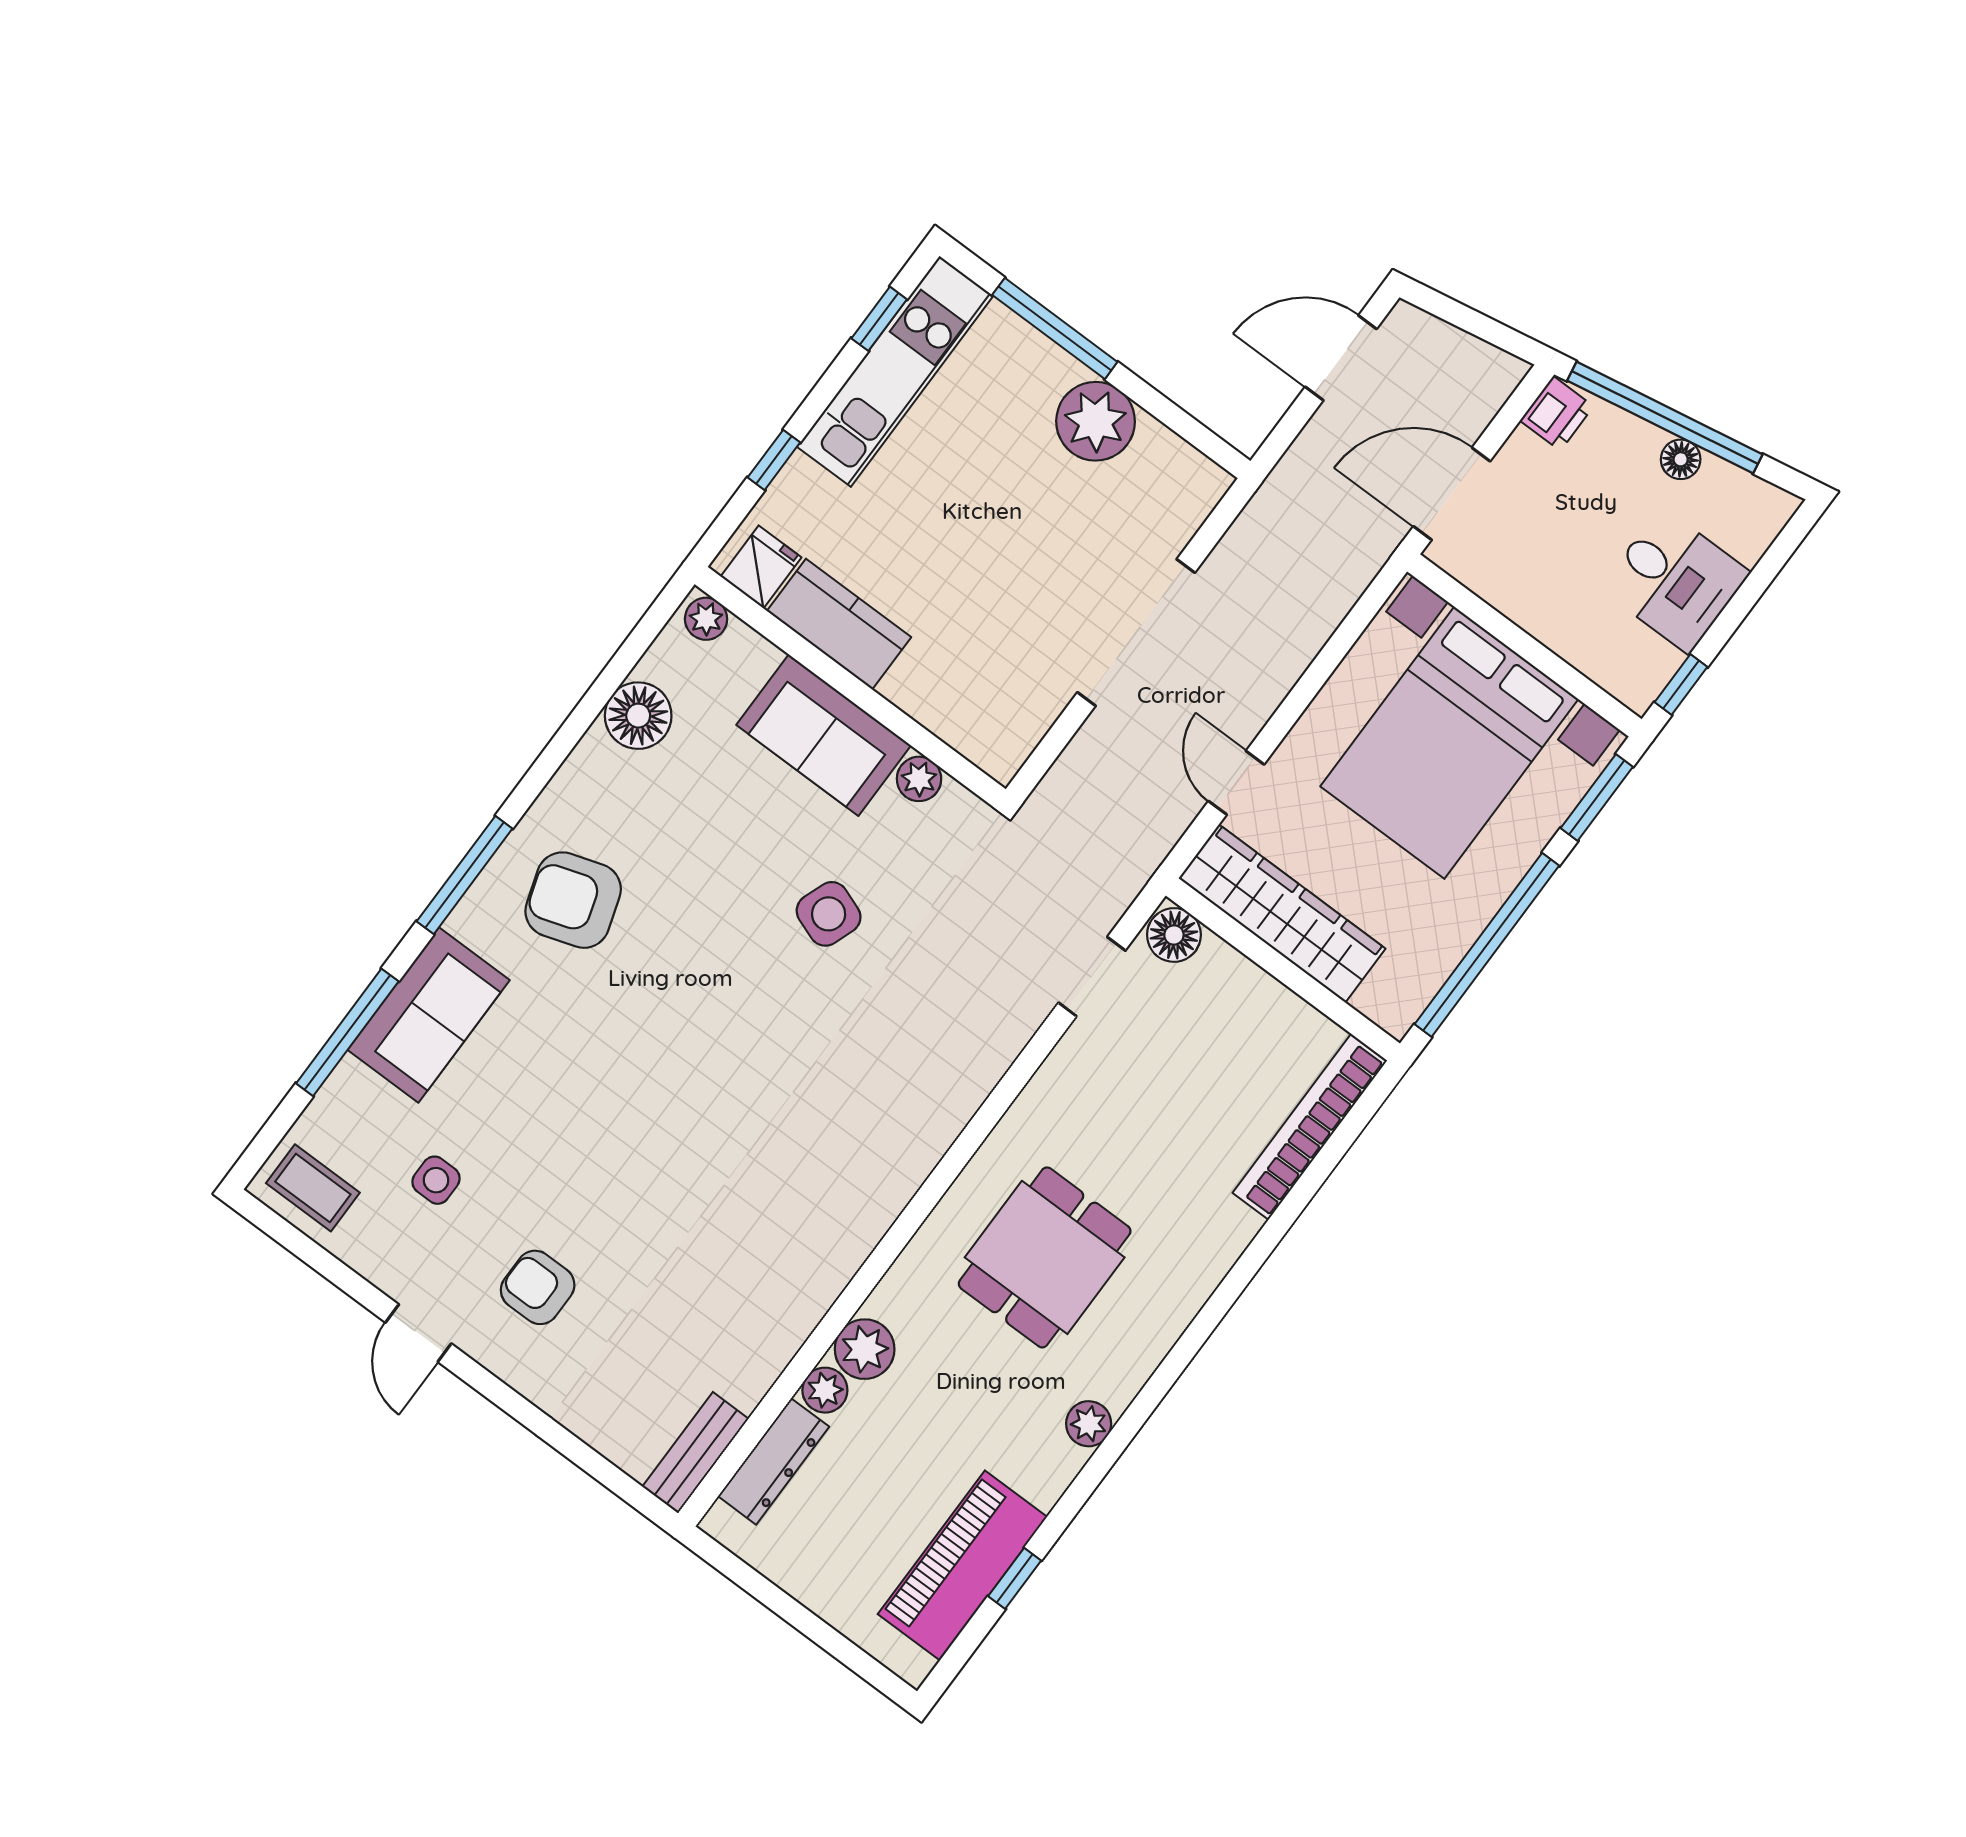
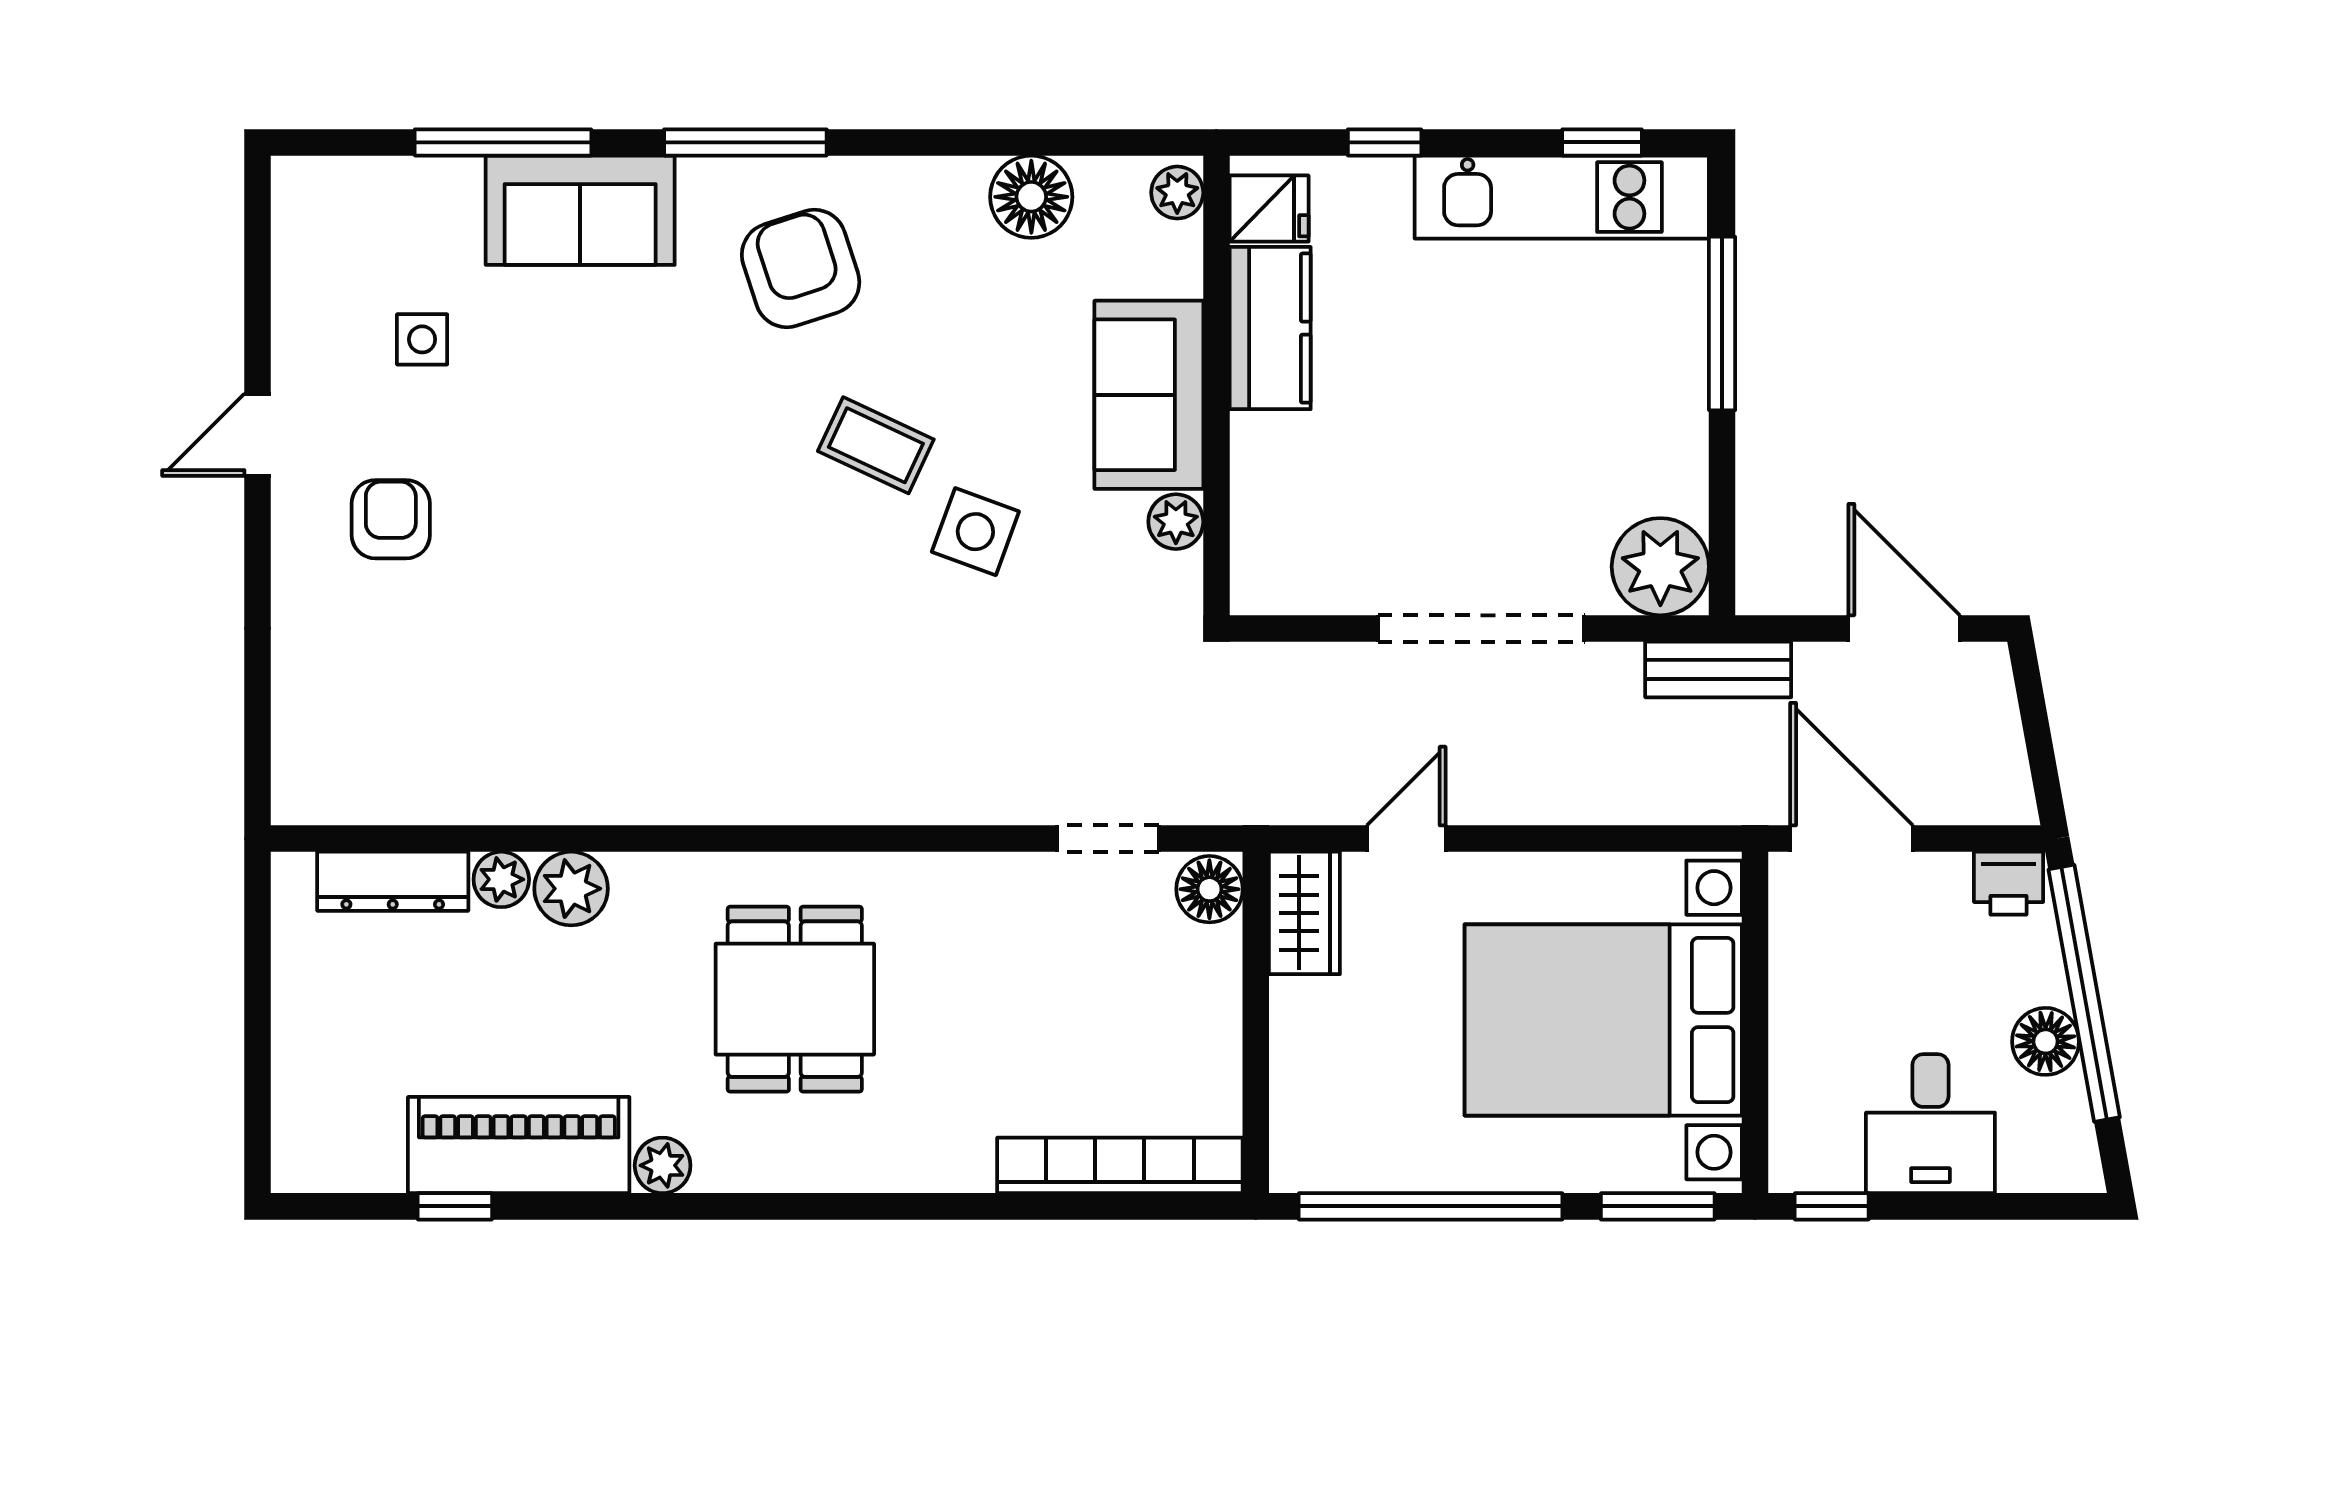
plant: (1096, 421) -> (1660, 567), moved
floor lamp: (1681, 459) -> (2045, 1041), width x1.37, depth x1.37
wardrobe: (1282, 913) -> (1304, 913), width x0.48, depth x0.85
coffee table: (313, 1188) -> (876, 445), moved, turned -65
dining table: (1045, 1257) -> (795, 999), turned 90
bench: (696, 1453) -> (1718, 669), moved
piano: (962, 1566) -> (519, 1145), moved

